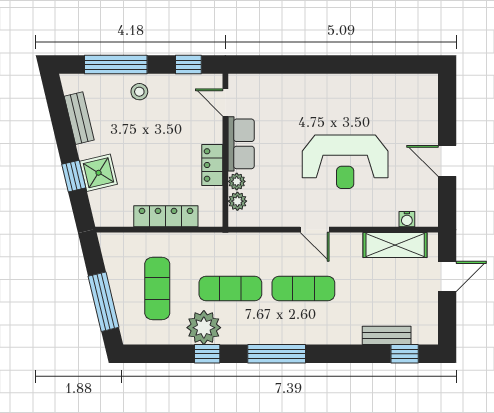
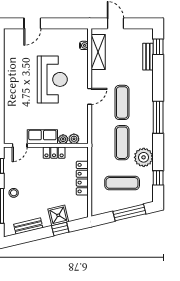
door: (447, 161) -> (32, 23), moved
window: (207, 354) -> (158, 178), moved

